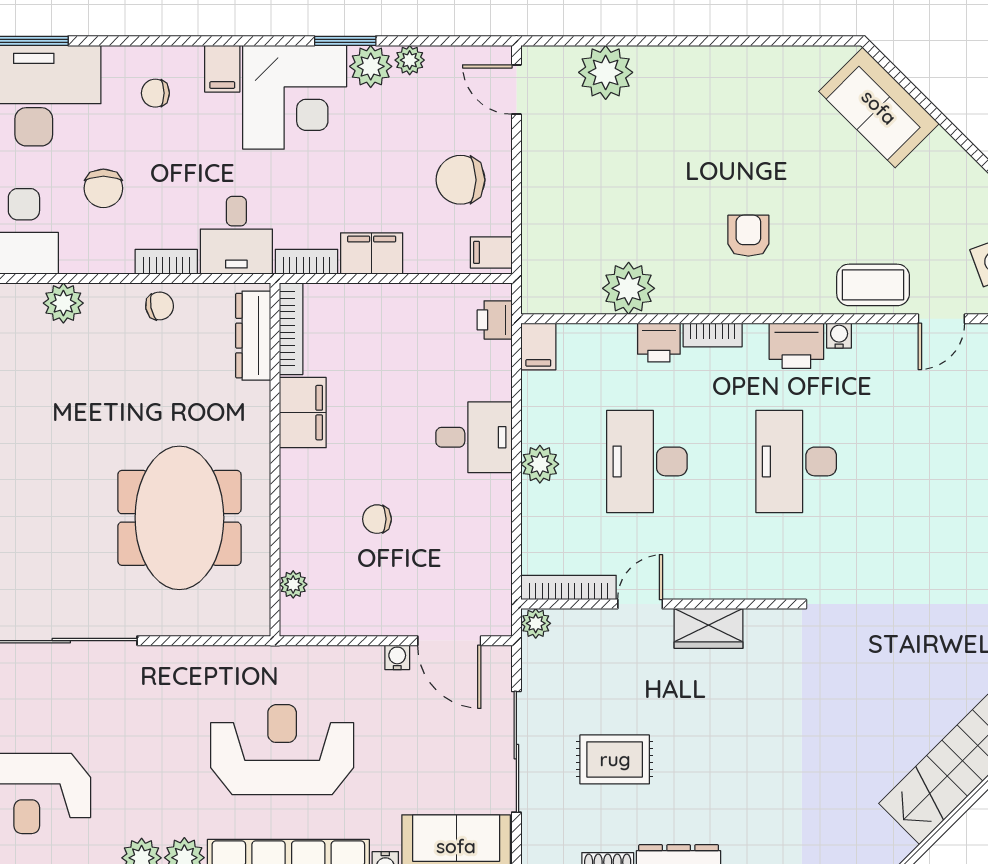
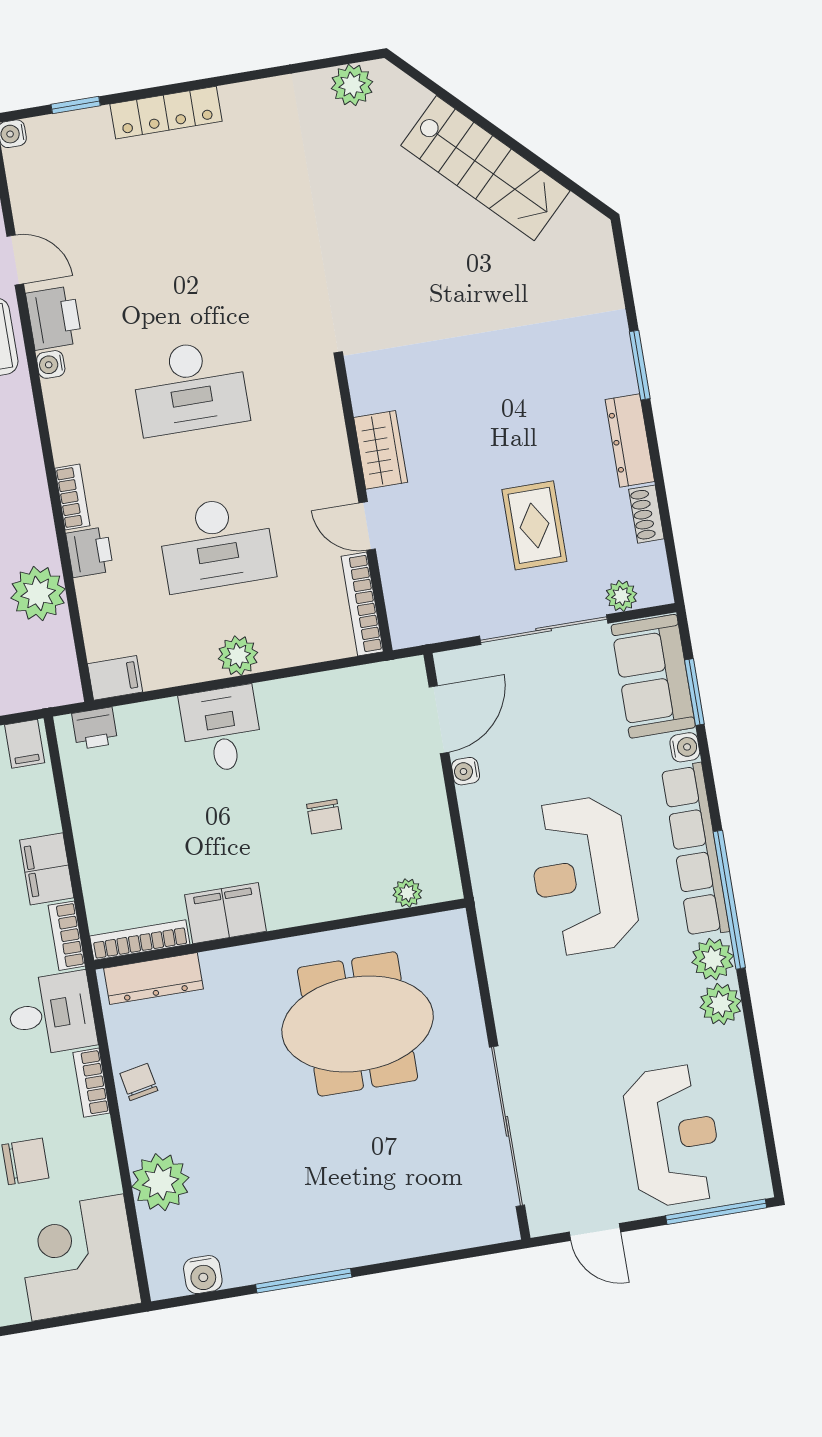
plant: (63, 303) -> (160, 1182), width x1.36, depth x1.36
printer: (796, 346) -> (54, 318), moved
plant: (536, 623) -> (621, 596), moved

